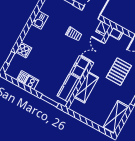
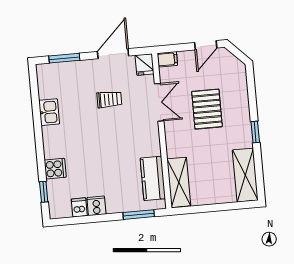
double door: (98, 52) -> (159, 102), swing flipped
freezer: (80, 67) -> (149, 139), removed
shelving: (86, 87) -> (179, 182), moved

